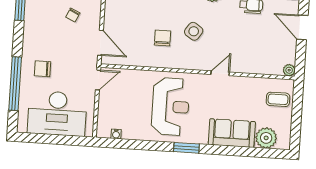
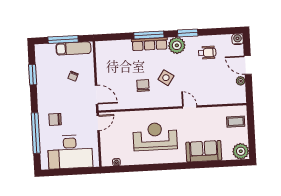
plant: (289, 70) -> (241, 81), moved
door: (220, 73) -> (190, 107), hinge flipped
reception desk: (170, 107) -> (155, 137), turned -90
plant: (266, 138) -> (241, 151), moved
window: (186, 148) -> (171, 166), removed

